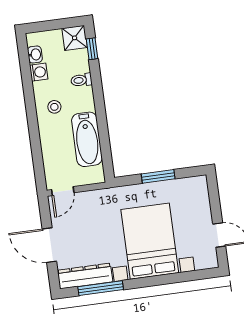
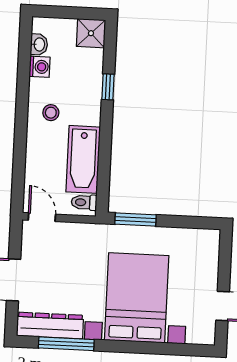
window: (92, 49) -> (108, 87), moved
toilet: (81, 80) -> (84, 202), moved
window: (158, 176) -> (136, 220), moved
door: (63, 191) -> (42, 217), swing flipped

